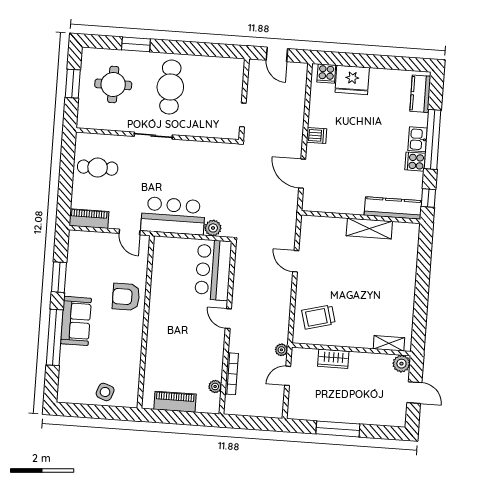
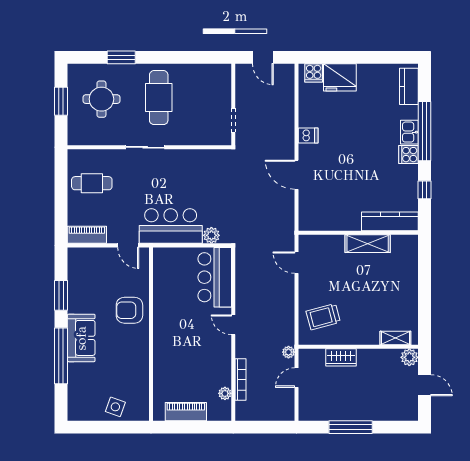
kitchen counter: (393, 208) -> (390, 221), moved
wall: (361, 217) -> (358, 233), moved
shelving: (369, 229) -> (368, 244), moved

